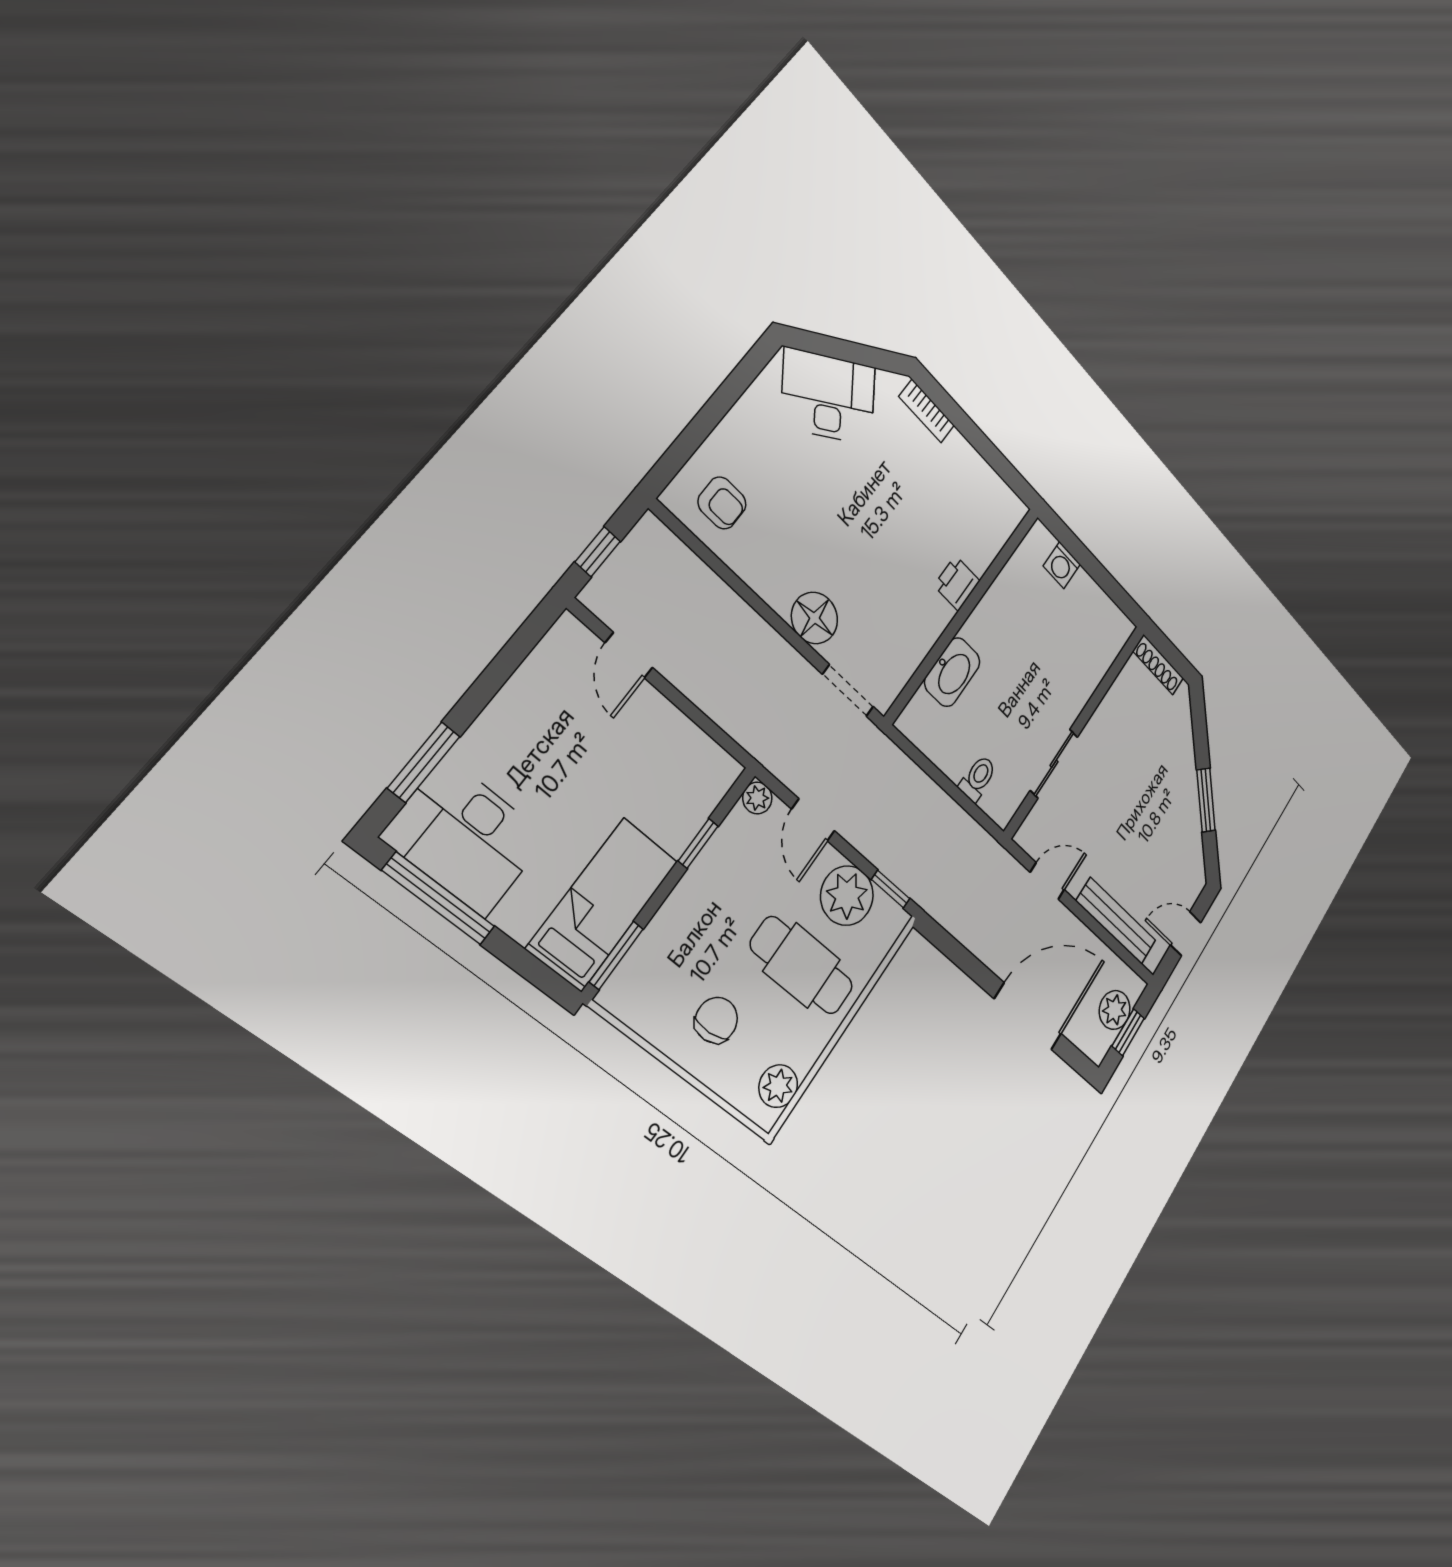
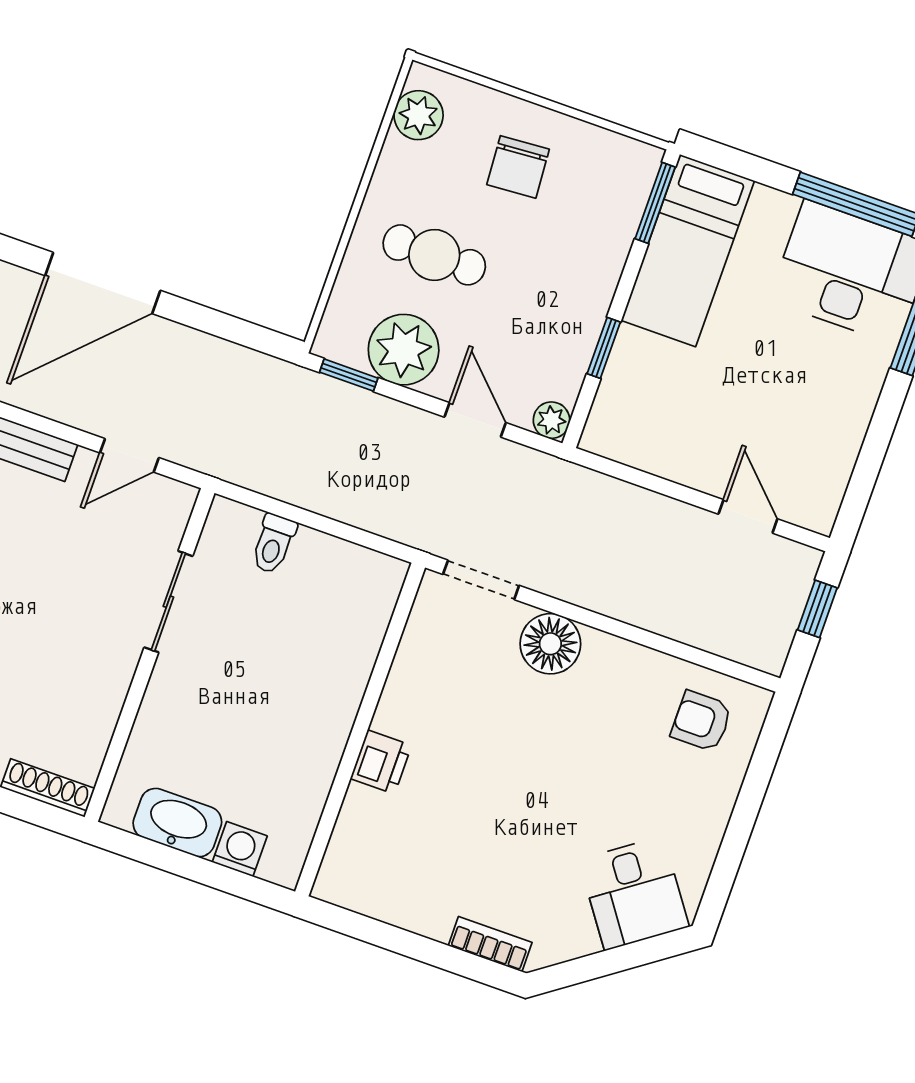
desk: (828, 397) -> (634, 893), width x0.73
washbasin: (952, 672) -> (177, 823), moved, turned 90
cafe table: (802, 965) -> (434, 255), width x0.73, depth x0.74

